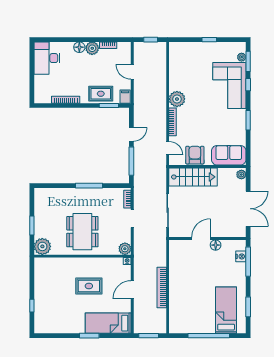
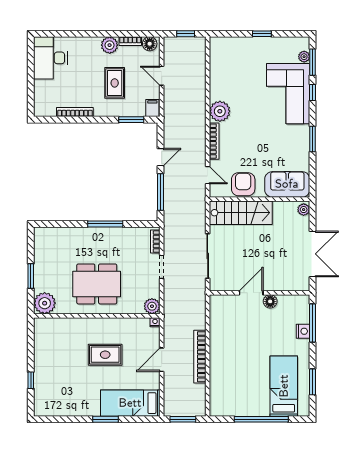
floor lamp: (79, 47) -> (150, 44), moved
rug: (101, 94) -> (115, 83), moved, turned 90
dining table: (82, 232) -> (97, 284), turned 90
nightstand: (241, 256) -> (303, 331), moved

